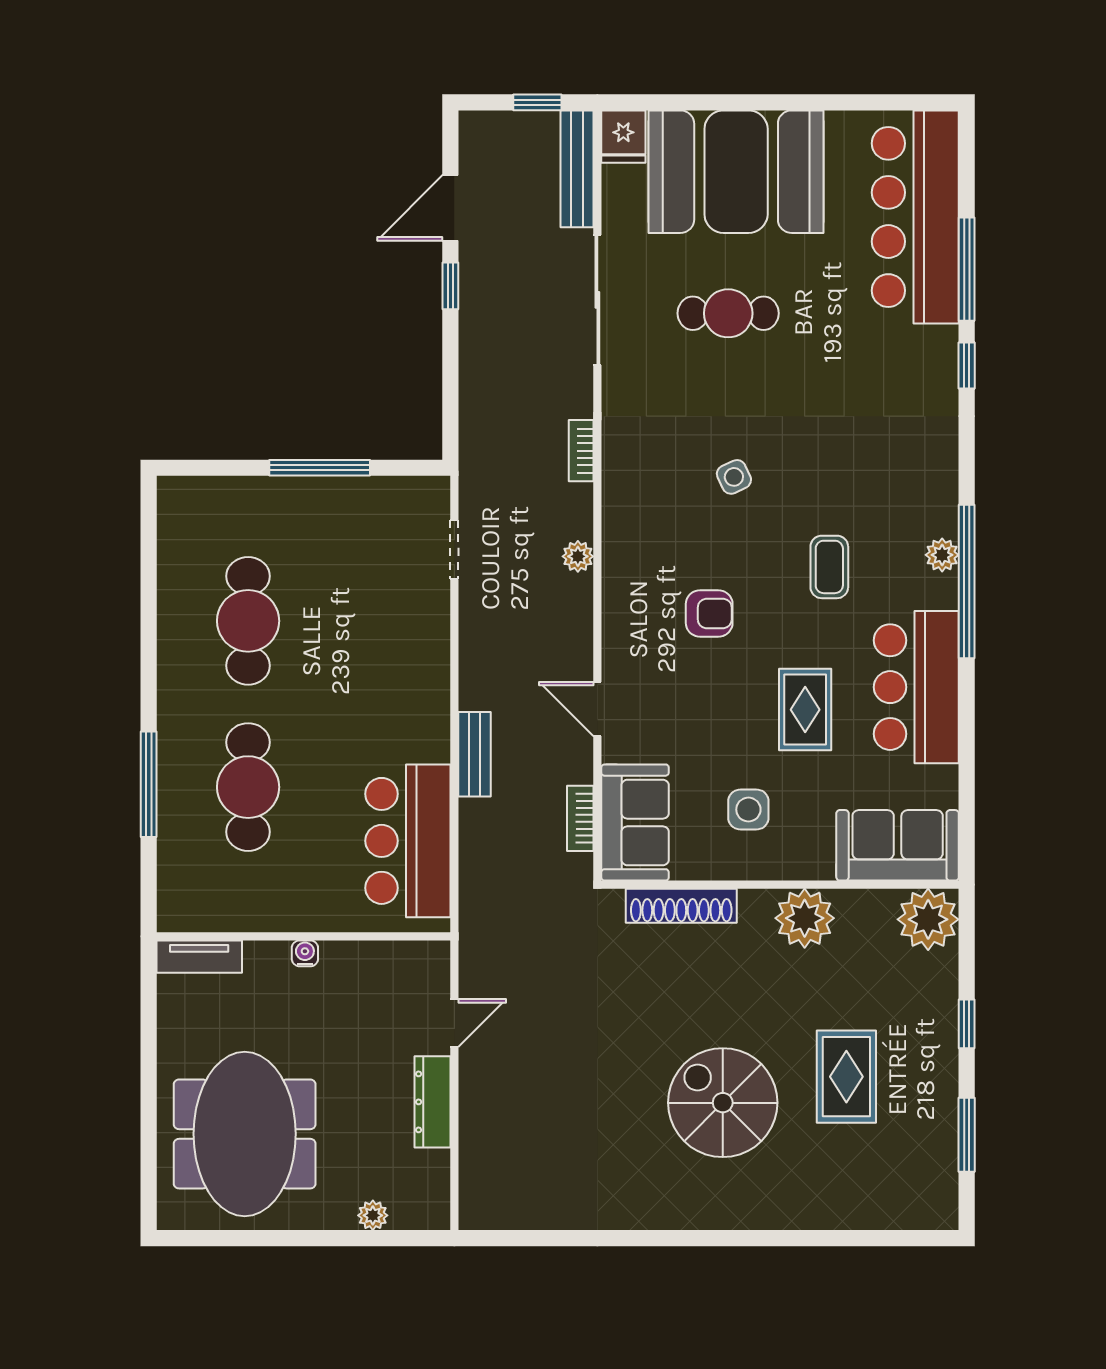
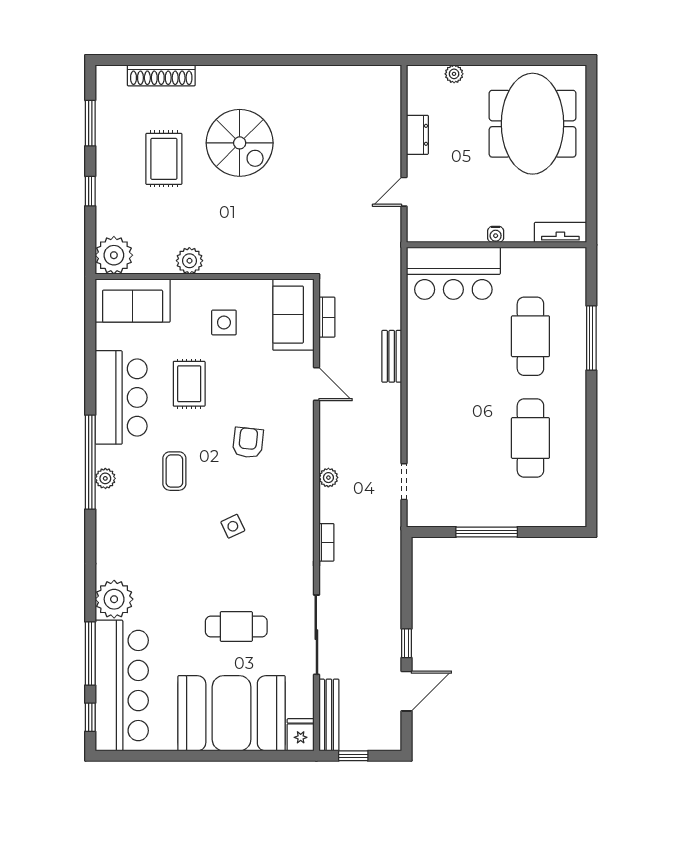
plant: (928, 358) -> (114, 599), added
window: (967, 366) -> (90, 717), moved
armchair: (709, 613) -> (248, 443), turned 96
bar counter: (408, 841) -> (453, 273), moved, turned 90
shoe rack: (681, 906) -> (161, 75), moved, turned 180
plant: (805, 918) -> (189, 261), width x0.73, depth x0.73
dresser: (433, 1102) -> (417, 135), width x0.70

